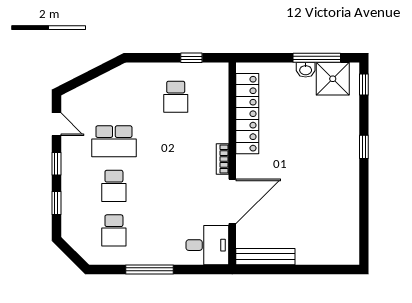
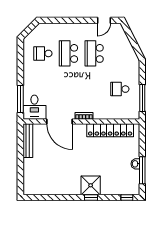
window: (191, 58) -> (142, 98), width x2.17
shower: (333, 79) -> (91, 185), moved
window: (56, 164) -> (81, 20), removed
school desk: (114, 186) -> (69, 53), width x1.85
window: (56, 203) -> (59, 20), removed
window: (149, 269) -> (20, 99), moved

